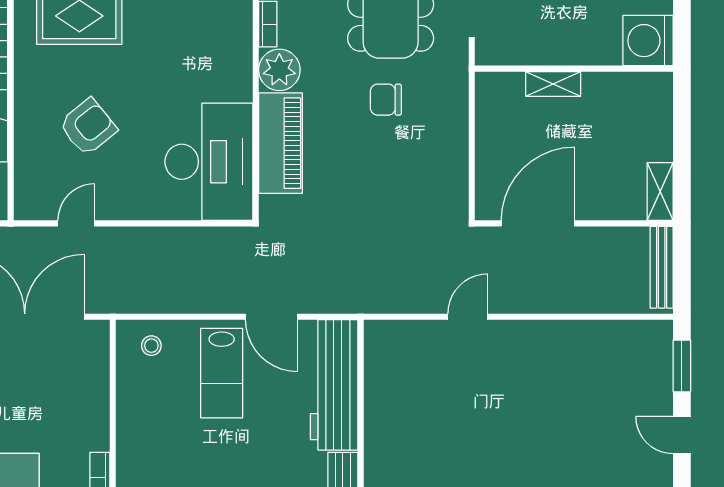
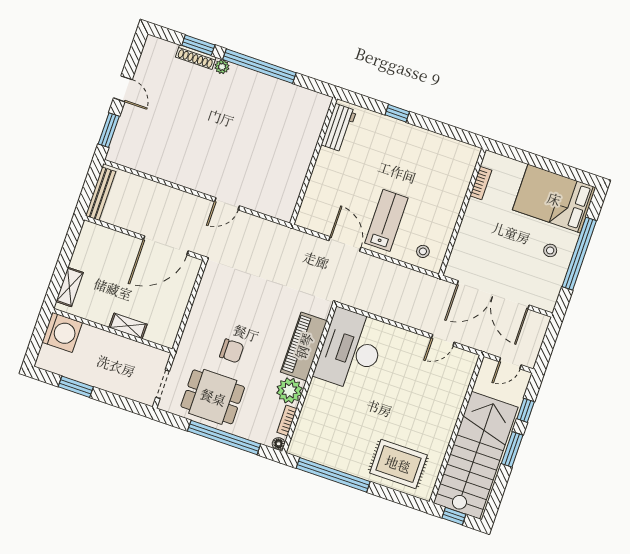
armchair: (88, 127) -> (416, 396), removed
shelving: (660, 192) -> (70, 287), moved
workbench: (334, 385) -> (321, 190), removed

